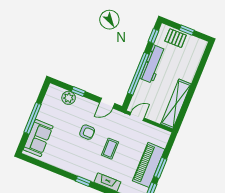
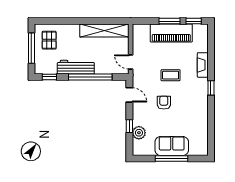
window: (187, 30) -> (31, 48), width x2.17
pallet: (176, 38) -> (49, 40), moved
sofa: (38, 138) -> (172, 146), moved

